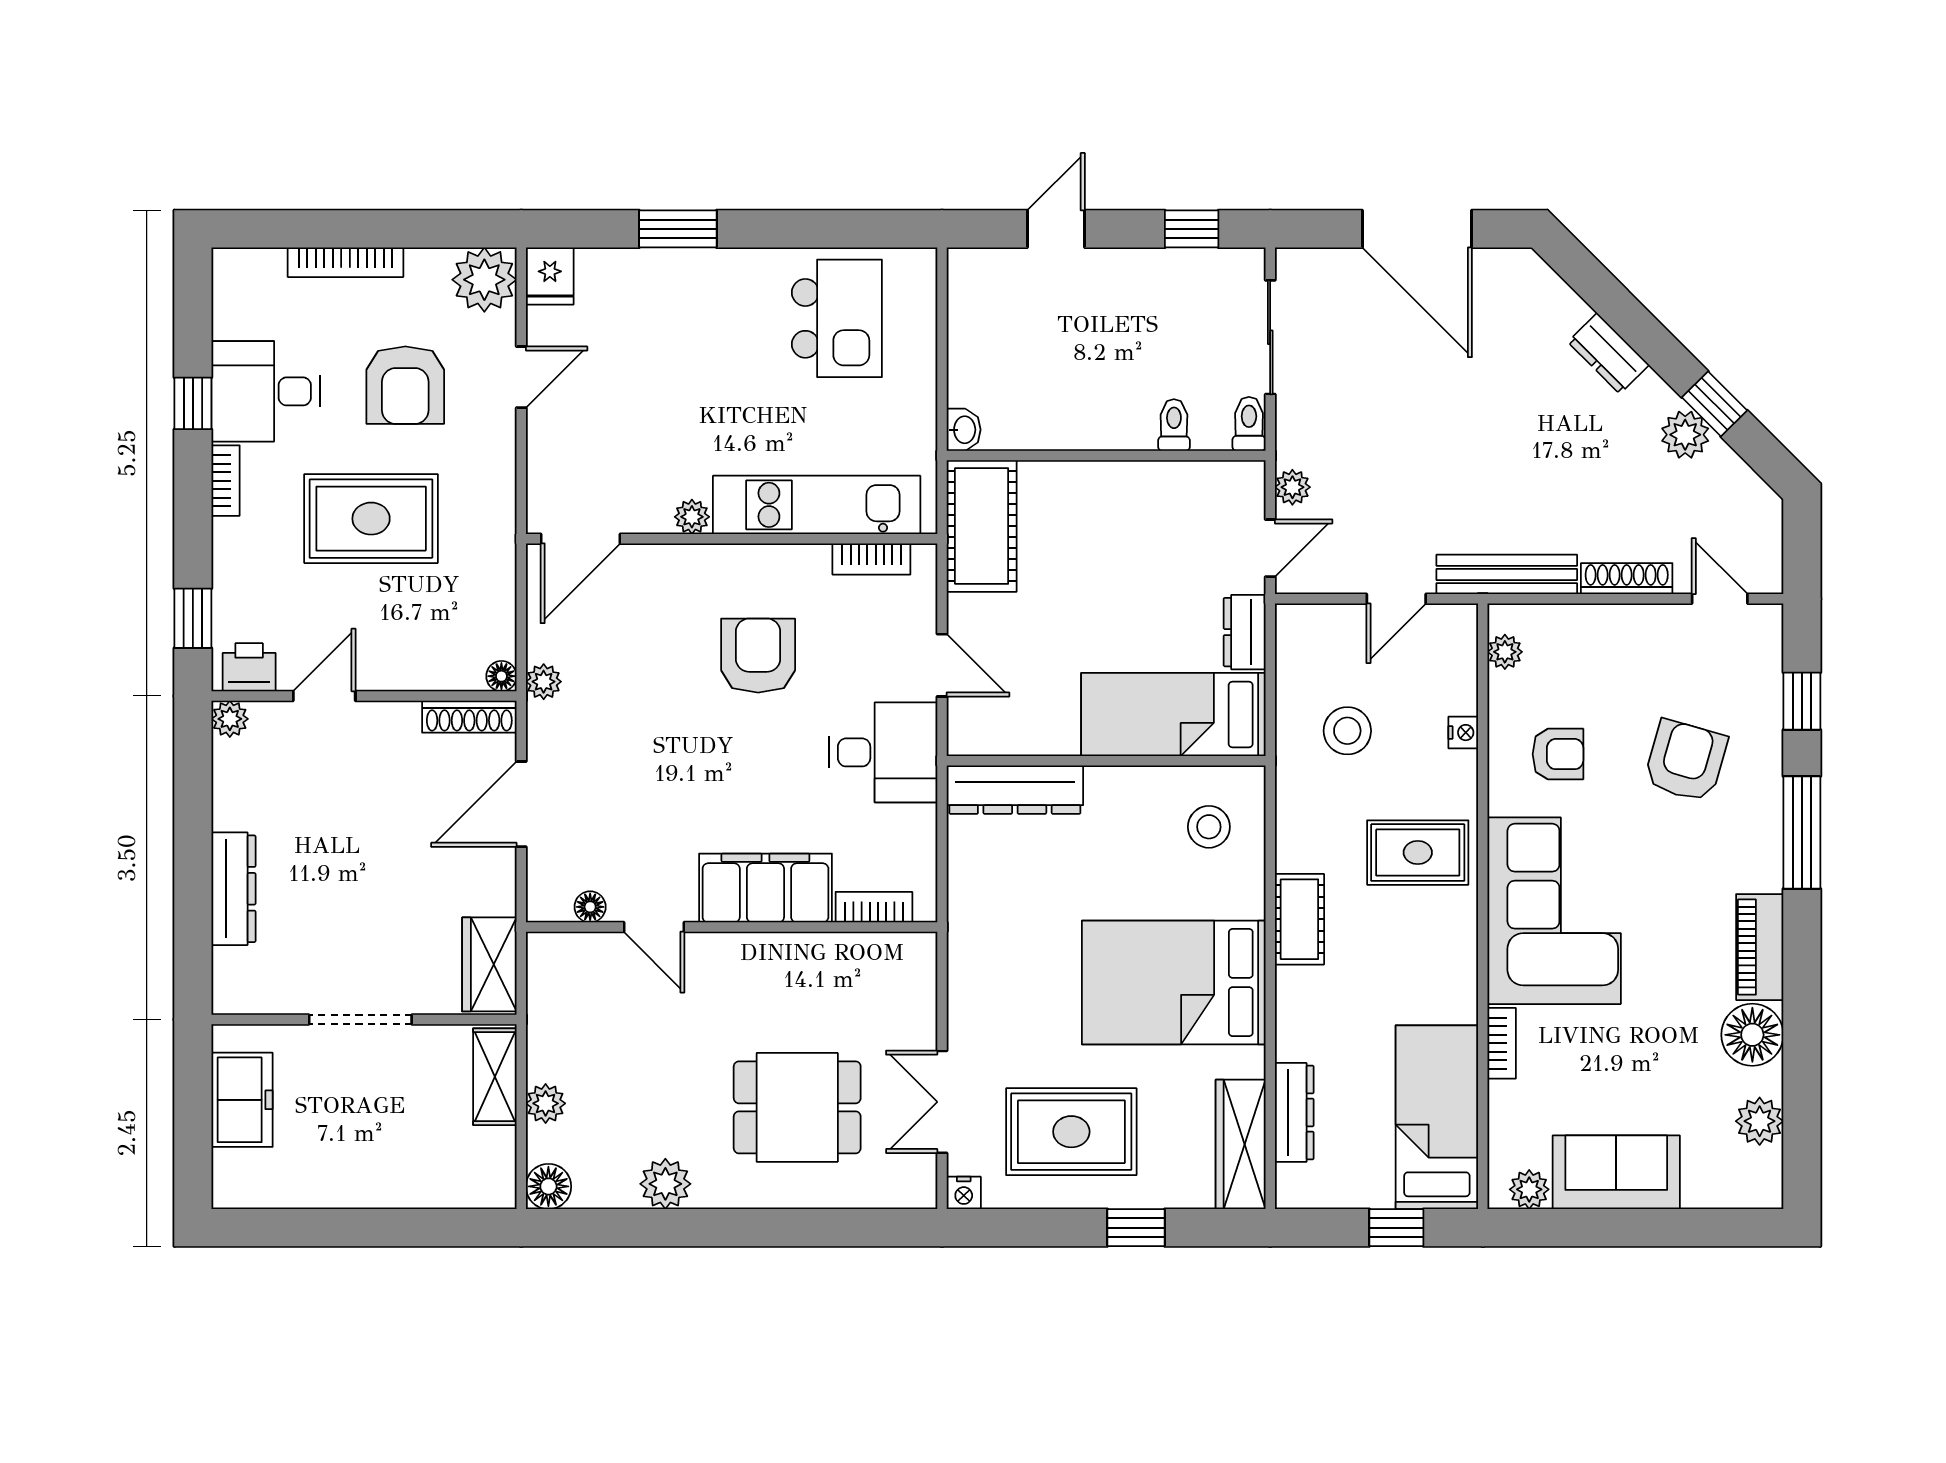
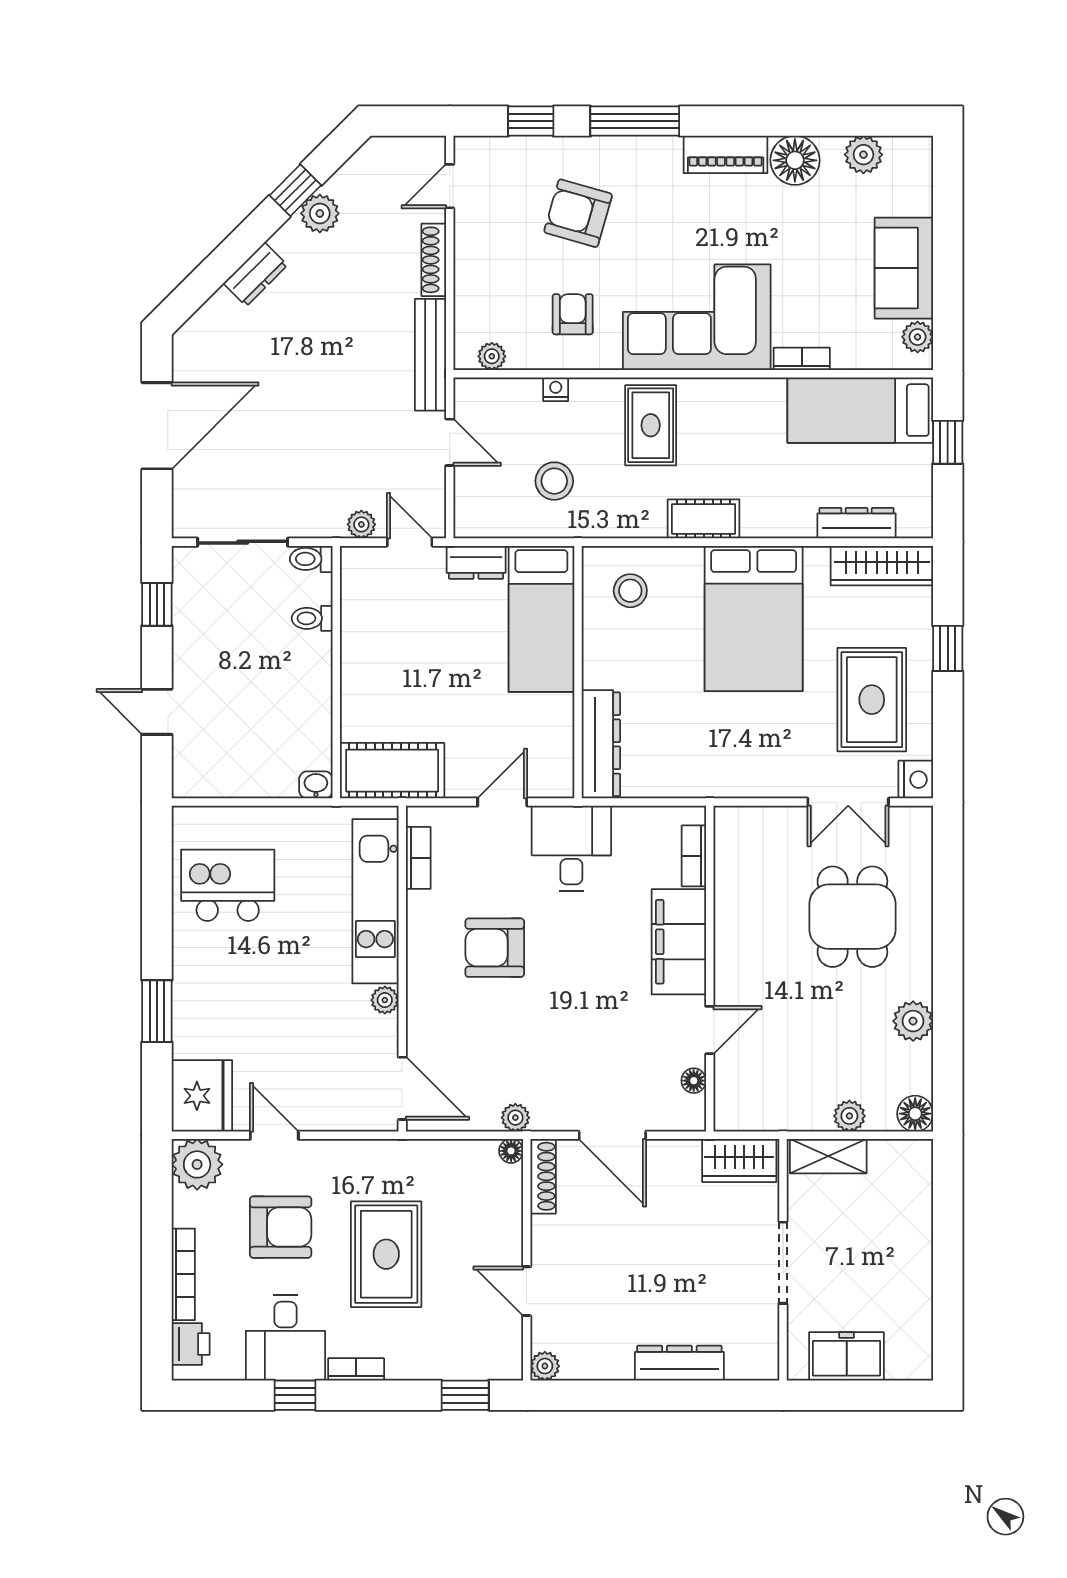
fridge: (550, 276) -> (202, 1096), width x1.88, depth x1.34
printer: (249, 667) -> (191, 1344), moved, turned 180
nightstand: (964, 1193) -> (916, 780), width x1.39, depth x1.35

